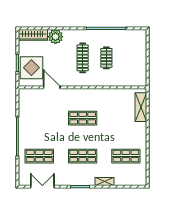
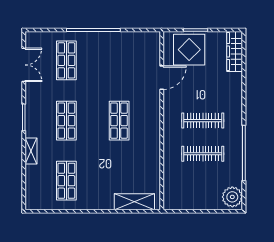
plant: (55, 37) -> (232, 197), moved
clothes rail: (106, 58) -> (203, 154), width x1.36

